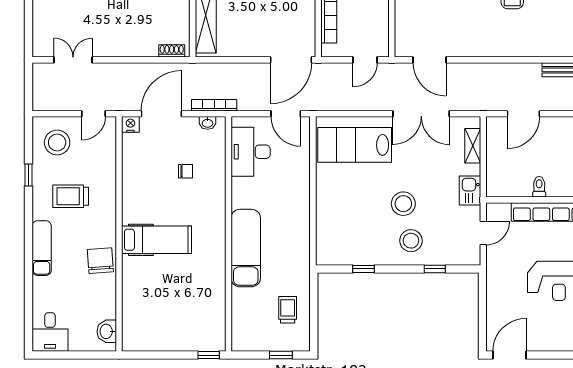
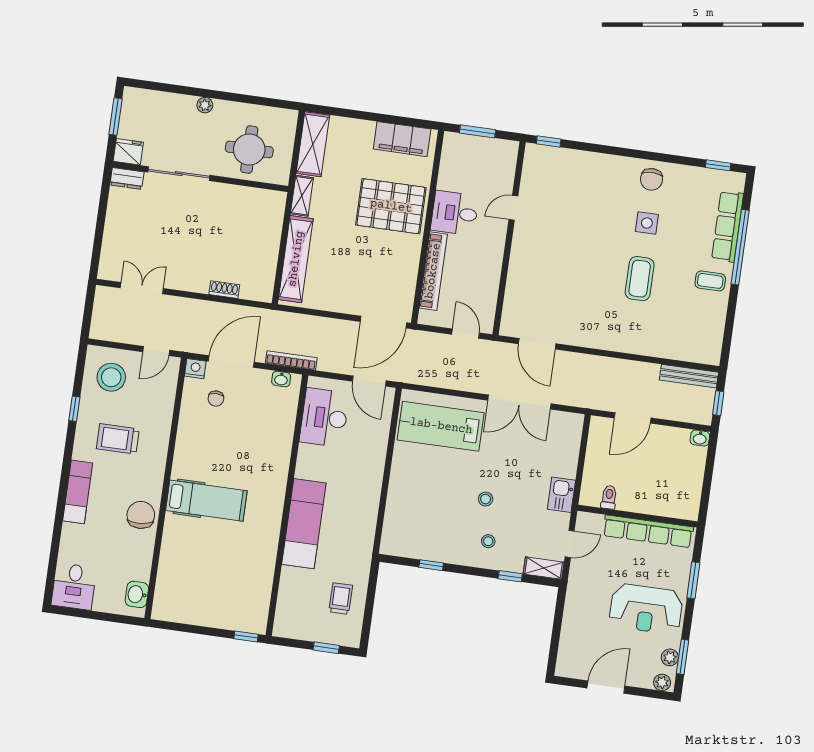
shoe rack: (172, 51) -> (224, 290), moved
door: (365, 60) -> (465, 334), swing flipped
shelving: (473, 146) -> (544, 568), moved, turned 90
chair: (186, 171) -> (216, 399), moved, turned 90
toilet: (539, 187) -> (609, 497), moved
stool: (403, 204) -> (486, 499), width x0.53, depth x0.53
stool: (411, 241) -> (488, 541), width x0.53, depth x0.53
door: (509, 355) -> (606, 687), moved

